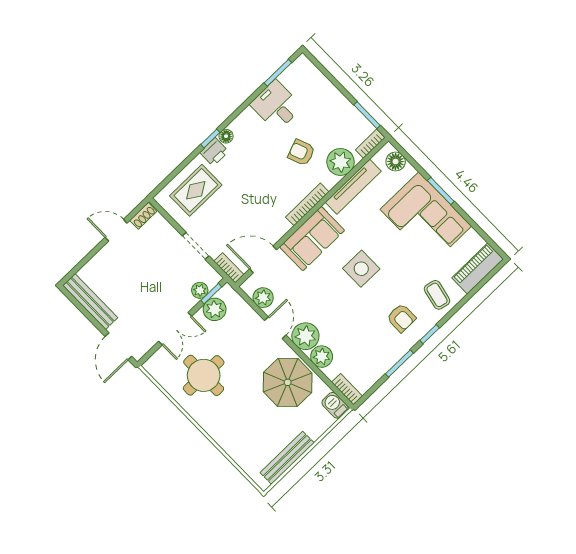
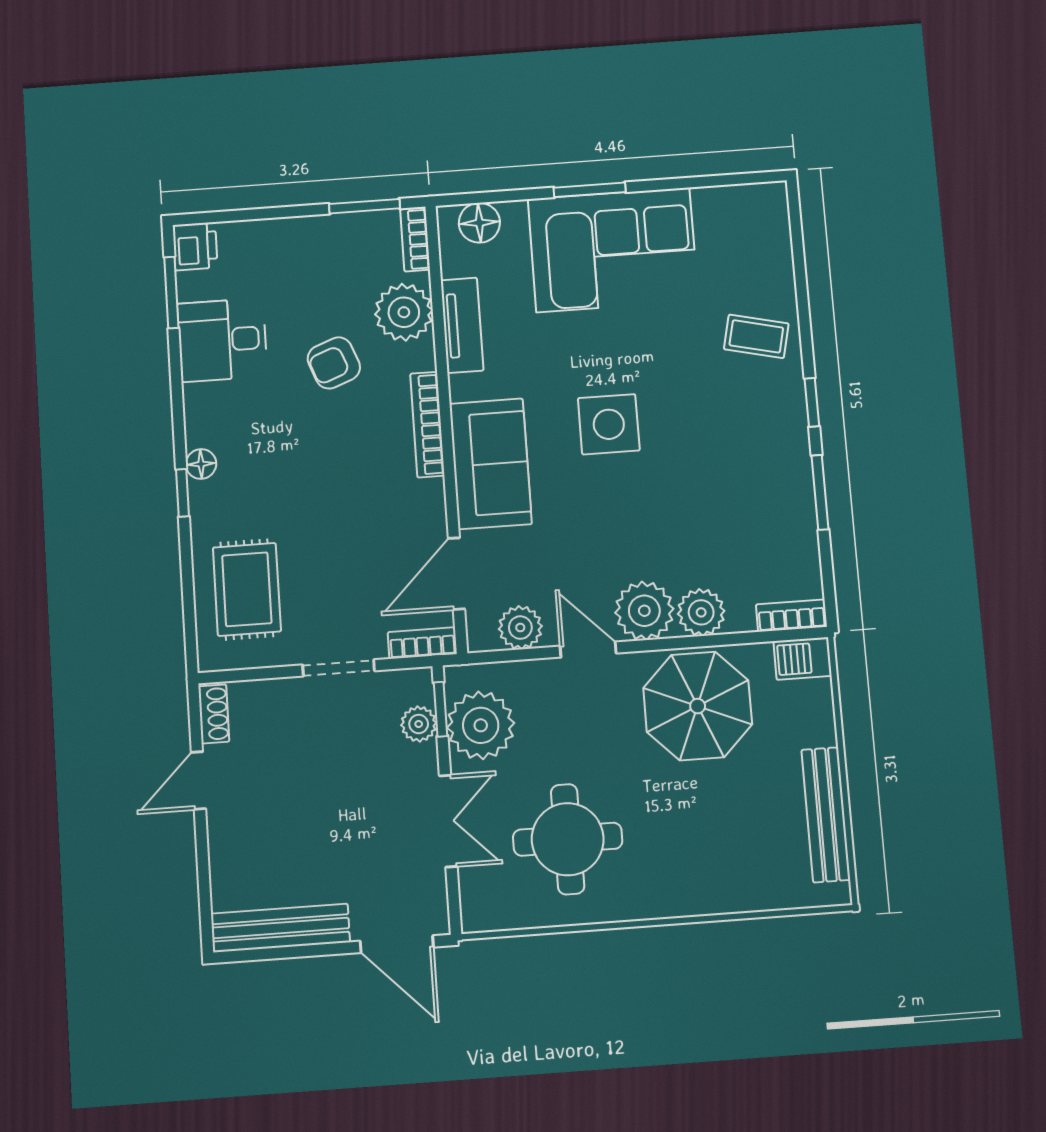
printer: (214, 152) -> (195, 246), moved
tv unit: (353, 187) -> (462, 325), width x0.71
piano: (478, 268) -> (767, 235), removed
plant: (215, 309) -> (481, 725), width x1.36, depth x1.36
armchair: (401, 318) -> (746, 426), removed

